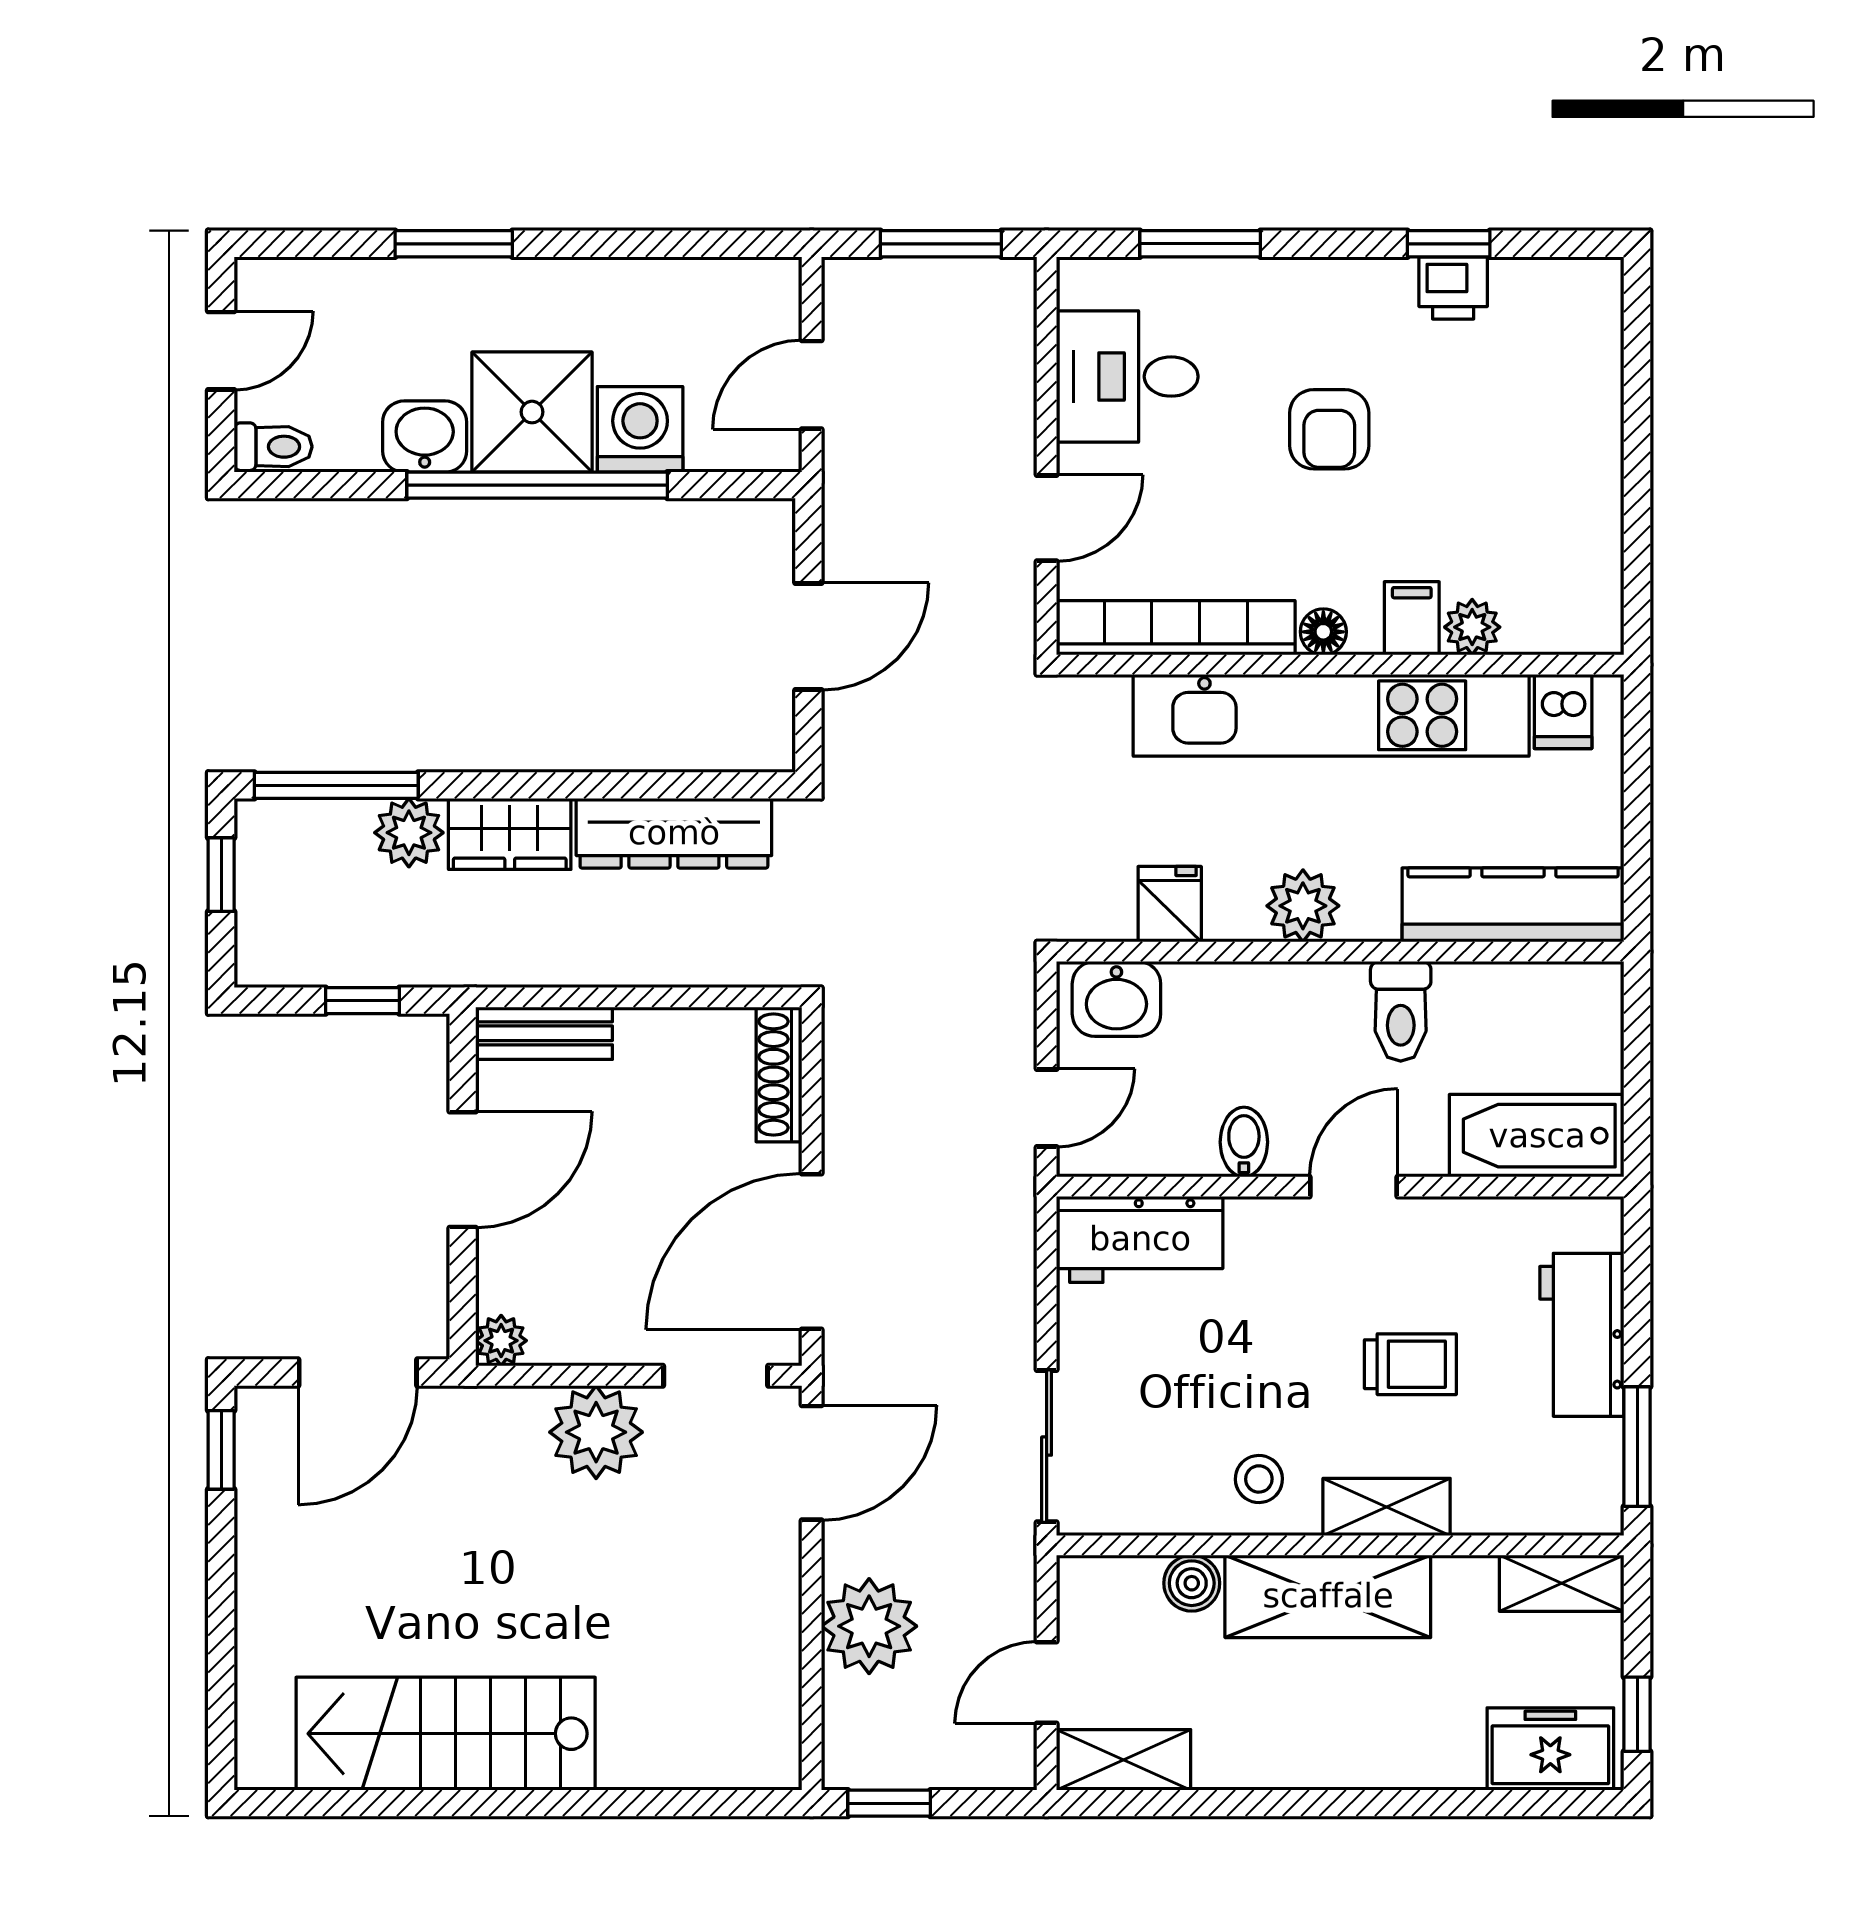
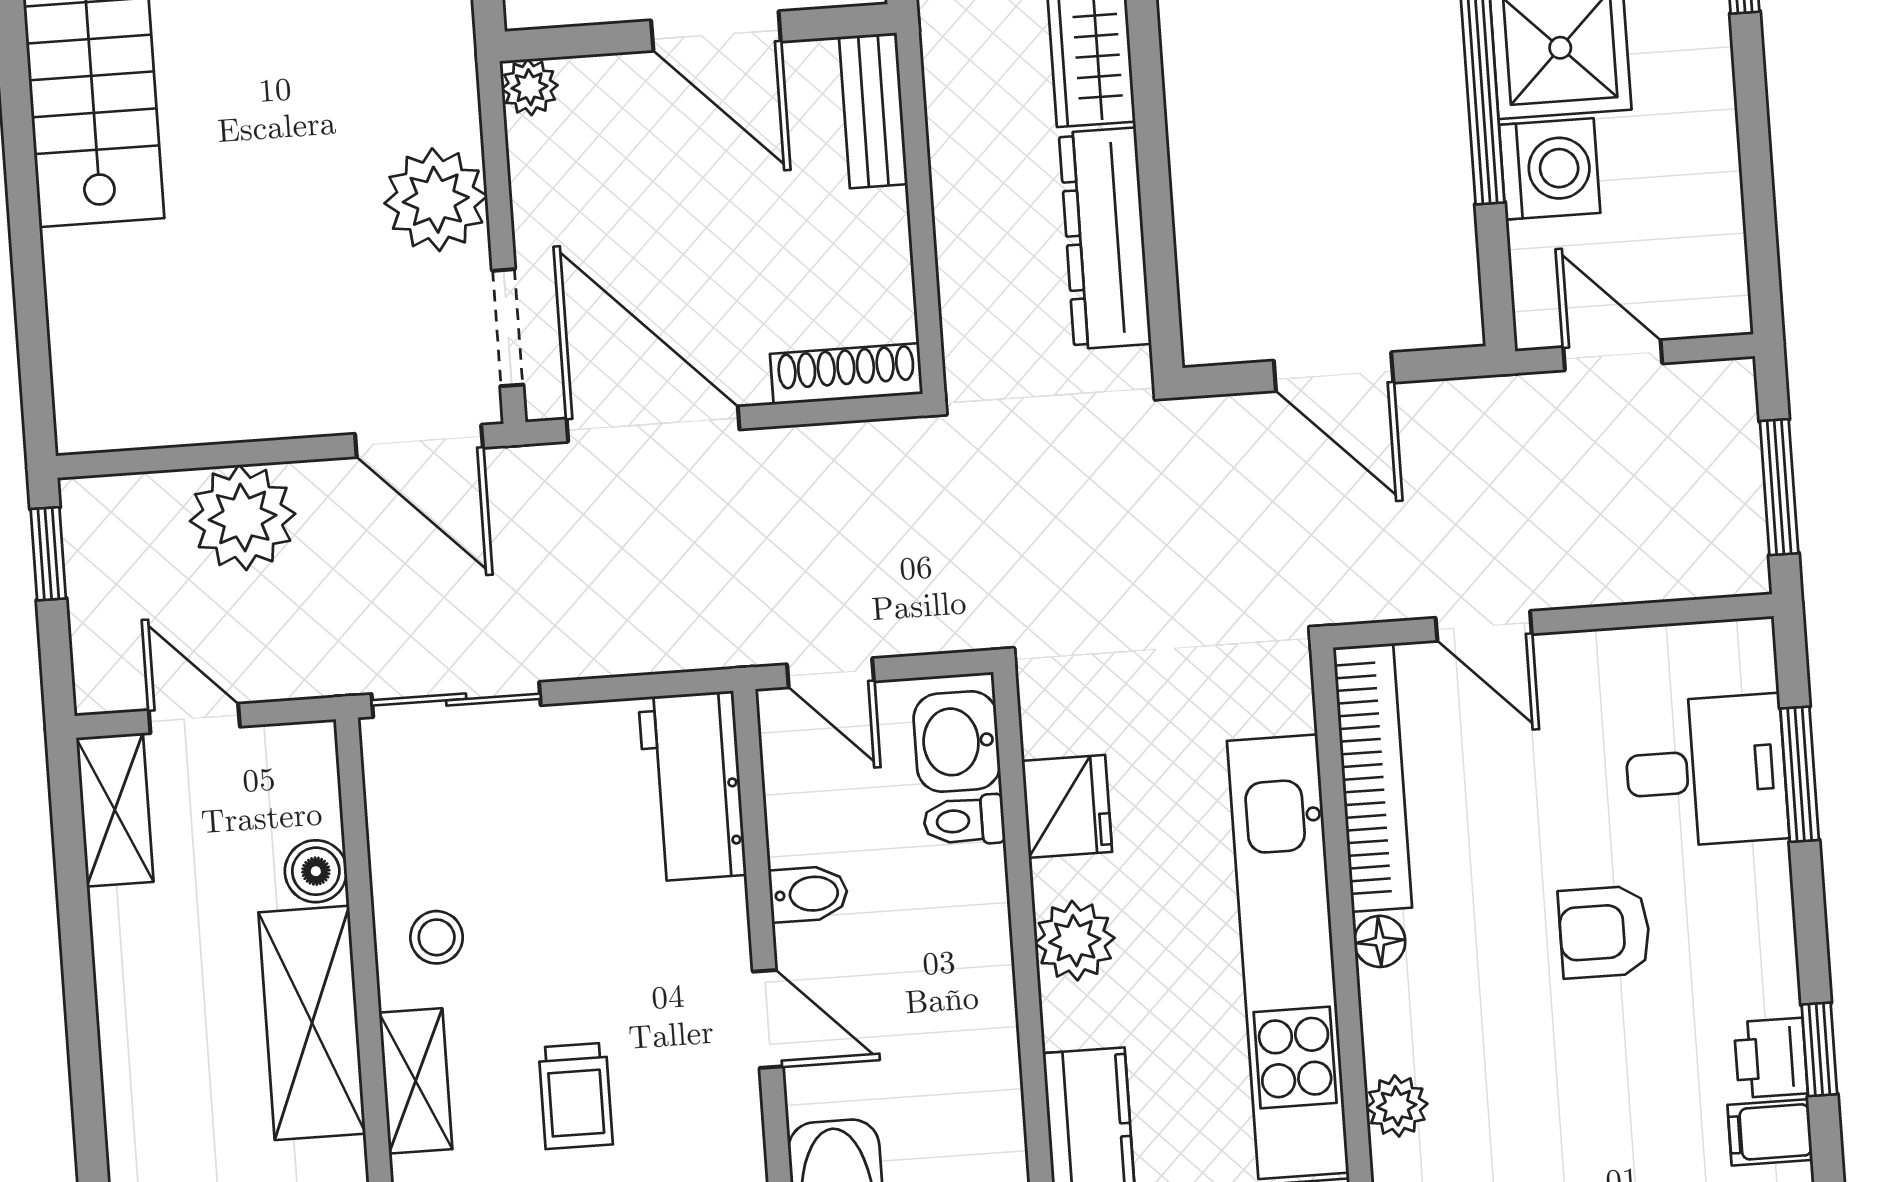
desk: (1127, 377) -> (1706, 771), moved, turned 90
filing cabinet: (1412, 618) -> (1770, 1132), moved, turned 180
fridge: (1170, 904) -> (1067, 806), width x1.38
toilet: (1401, 1011) -> (964, 821), moved, width x0.73, depth x0.72

